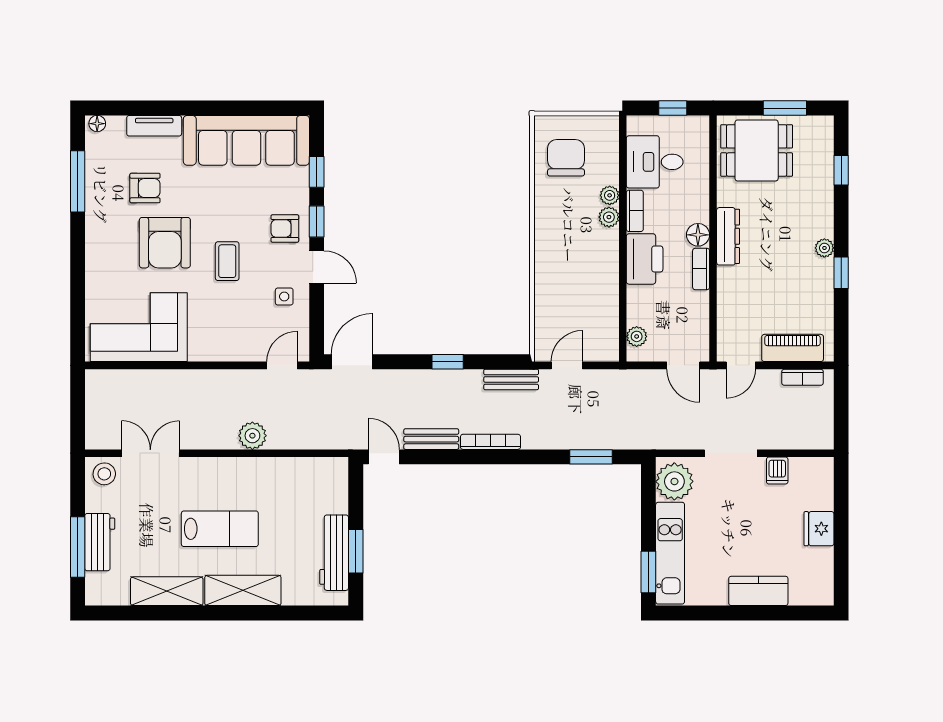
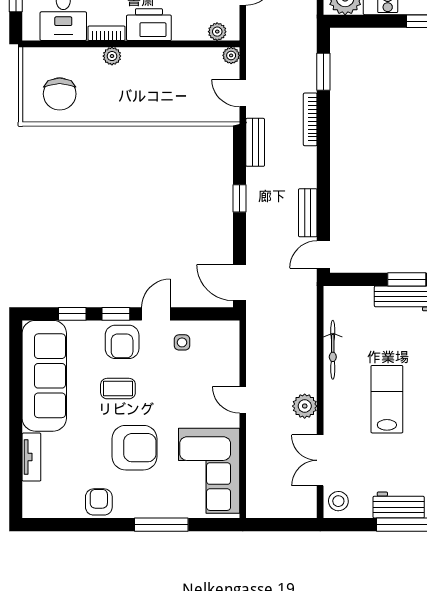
floor lamp: (97, 124) -> (29, 507), removed
chair: (566, 158) -> (60, 94), turned -90
window: (78, 181) -> (161, 525), moved
armchair: (145, 188) -> (99, 502), moved
plant: (610, 195) -> (231, 55), moved
armchair: (285, 228) -> (122, 342), width x1.38, depth x1.38
coffee table: (227, 261) -> (118, 389), moved
door: (282, 365) -> (243, 400), moved
plant: (252, 436) -> (305, 406), moved
bookcase: (490, 442) -> (310, 119), moved
bicycle: (276, 467) -> (333, 350), added

